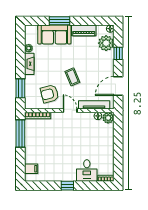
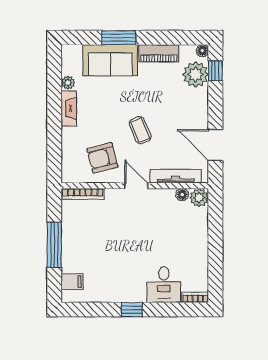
window: (118, 53) -> (215, 71), moved
door: (118, 86) -> (215, 145), hinge flipped
window: (20, 88) -> (54, 149), removed
window: (20, 133) -> (54, 245), moved

